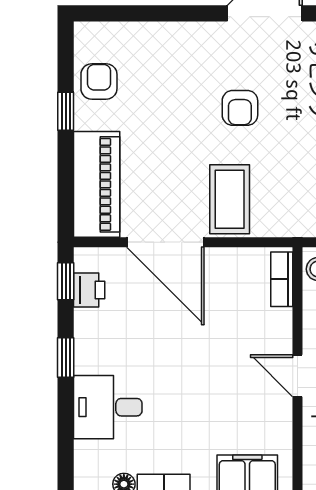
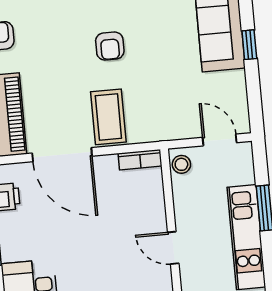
bookcase: (282, 279) -> (140, 160), moved, turned -90

